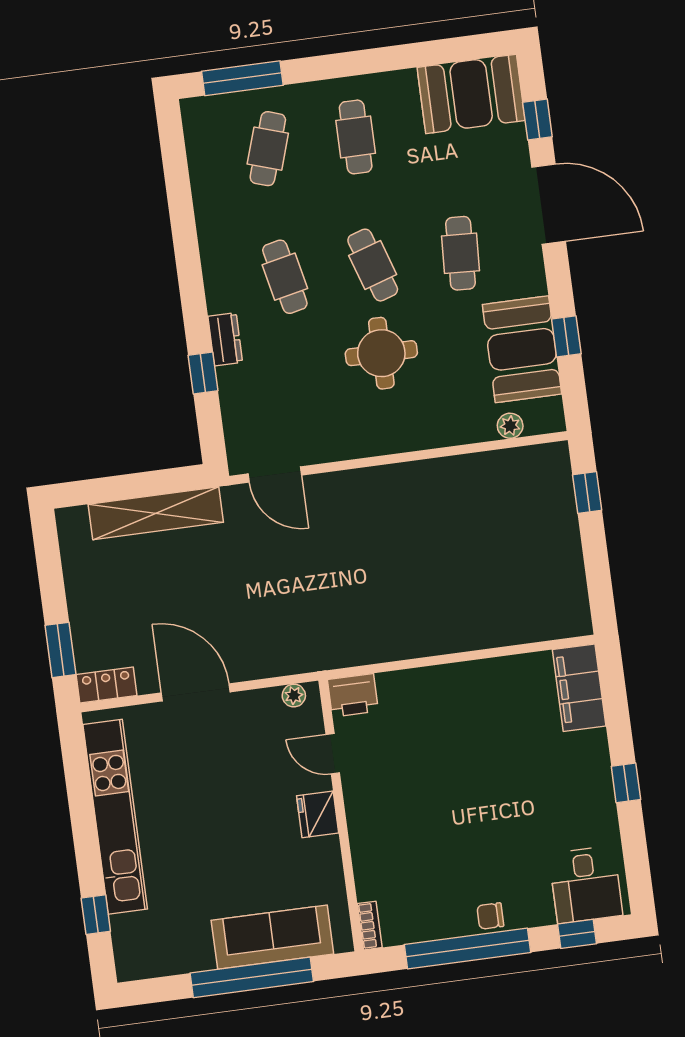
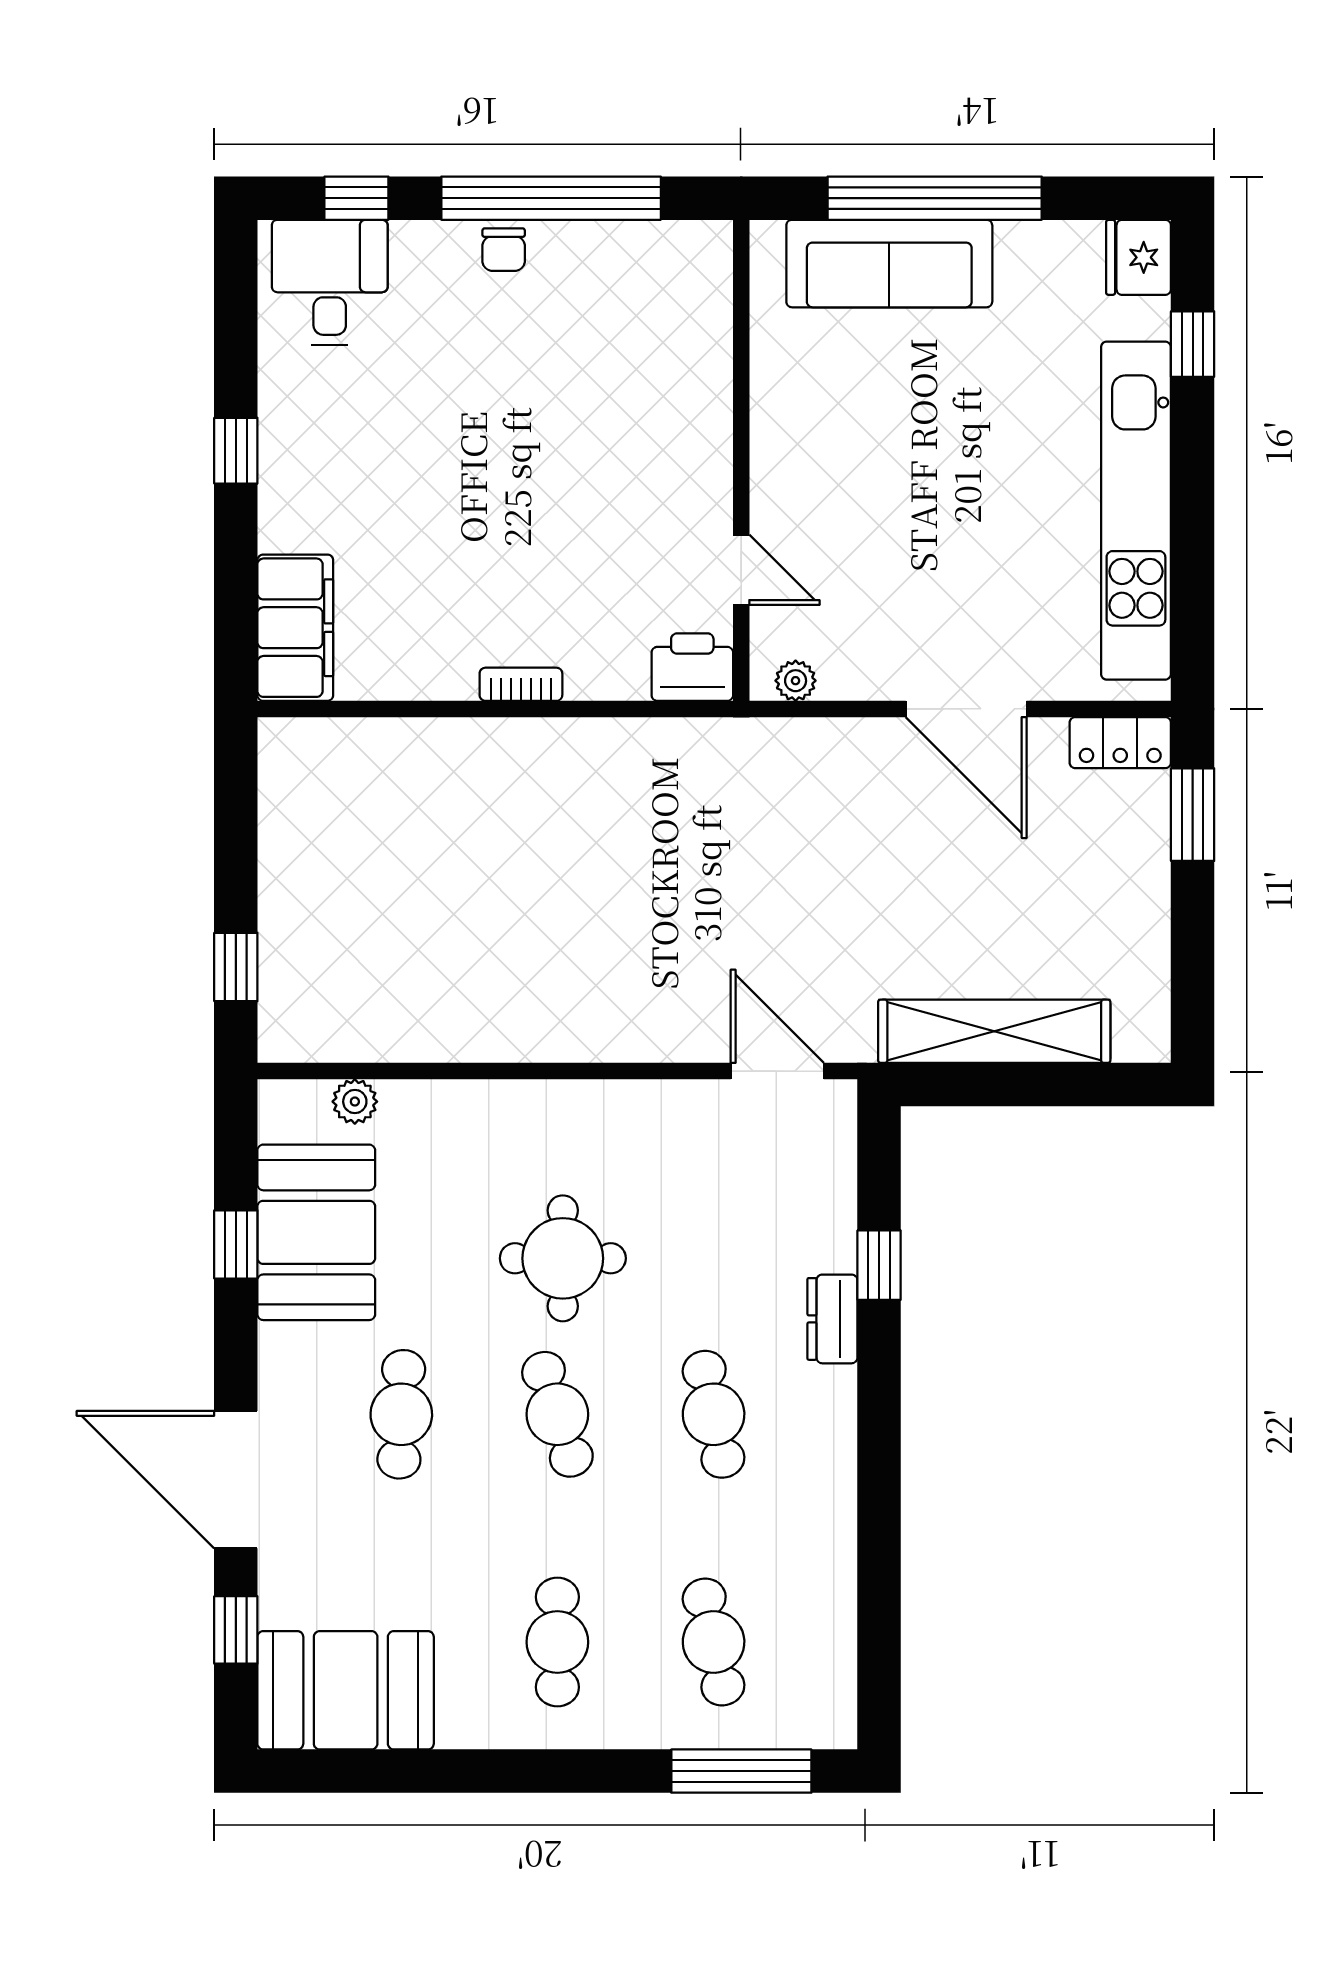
cafe table: (268, 149) -> (714, 1642), turned -30
fridge: (318, 814) -> (1139, 257), moved, turned 180
chair: (490, 916) -> (504, 250), turned 90
bookcase: (370, 926) -> (521, 684), moved, turned 90

